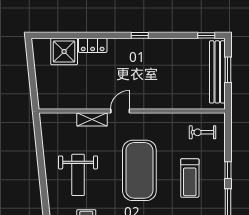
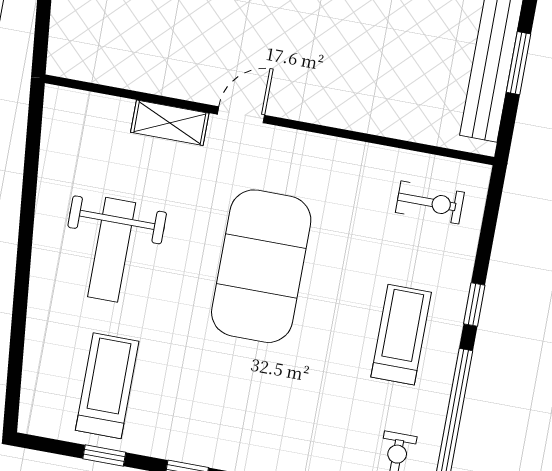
exercise bike: (203, 132) -> (430, 202), turned 180
treadmill: (190, 178) -> (401, 335), moved, turned 180

